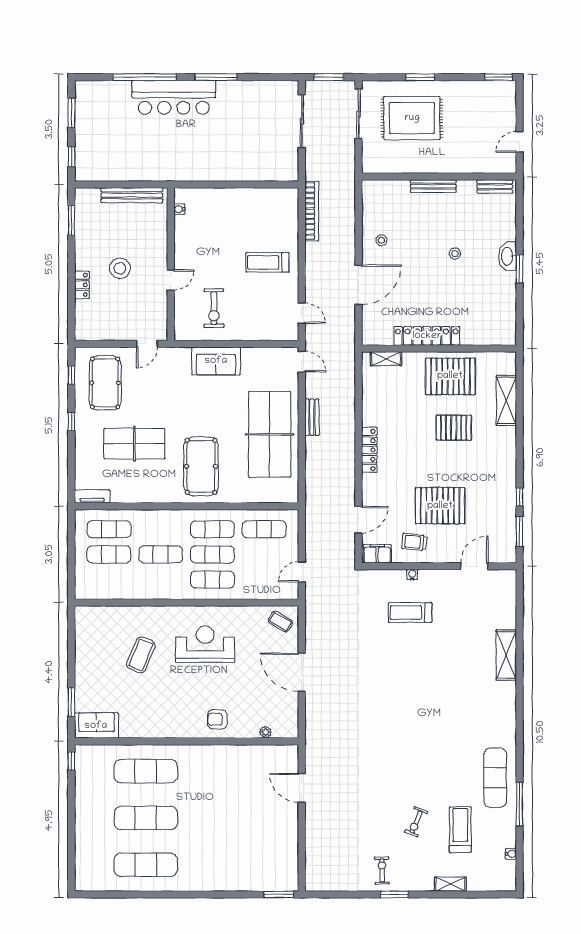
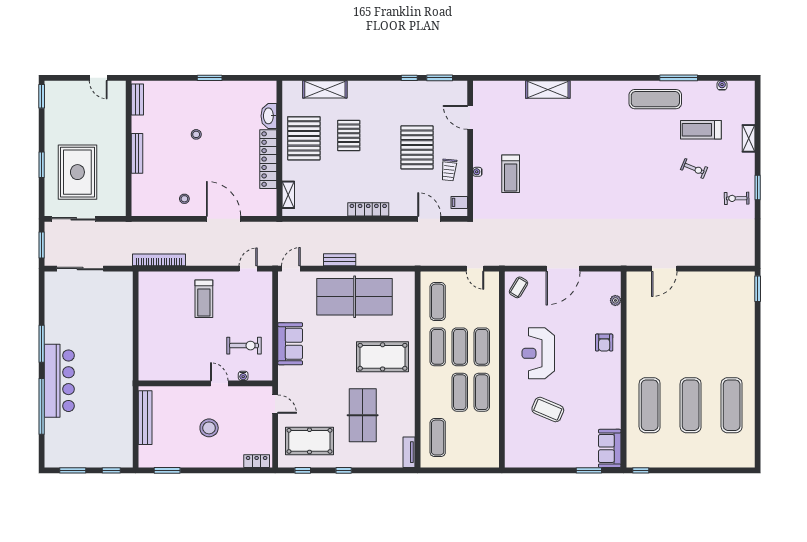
water cooler: (179, 209) -> (243, 376), moved
washbasin: (508, 256) -> (269, 116), moved, turned 90
locker: (82, 285) -> (257, 461), moved
exercise mat: (109, 554) -> (482, 392), moved
filing cabinet: (377, 554) -> (459, 202), width x0.50

